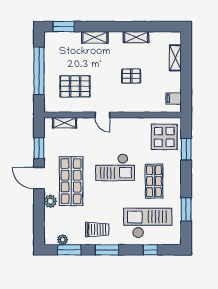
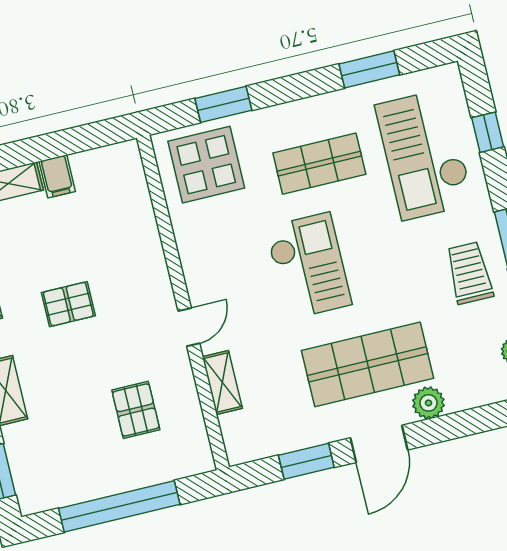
pallet: (131, 76) -> (68, 304), moved, turned 90
pallet: (75, 86) -> (136, 410), width x0.67, depth x0.71
filing cabinet: (174, 99) -> (57, 176), moved
shelving: (65, 123) -> (222, 382), moved

